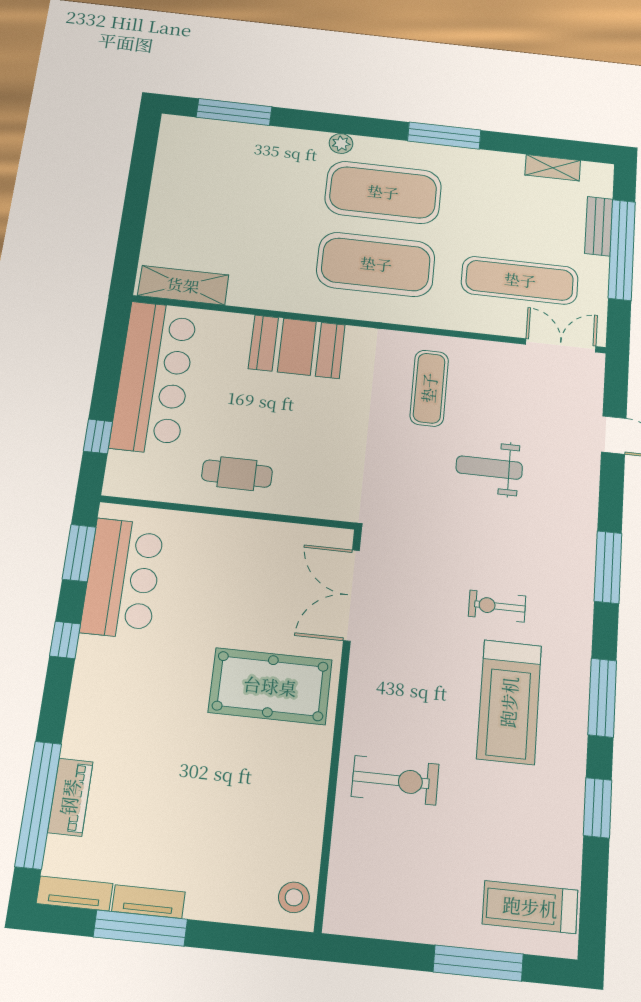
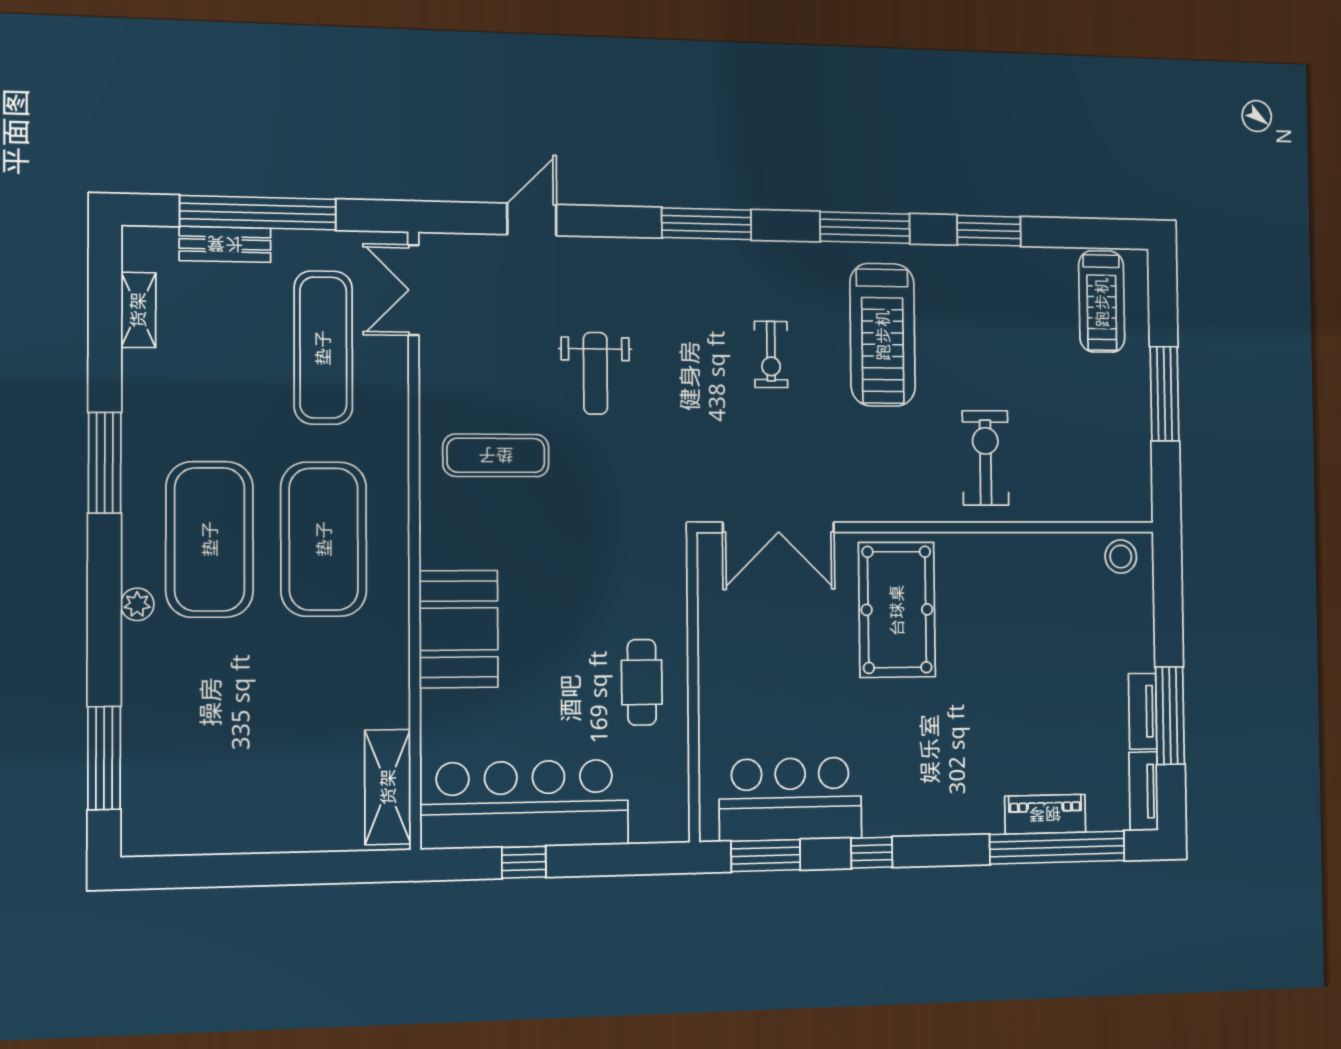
window: (98, 436) -> (524, 862), moved
treadmill: (509, 702) -> (883, 335), turned 90
window: (478, 963) -> (1164, 394), moved

